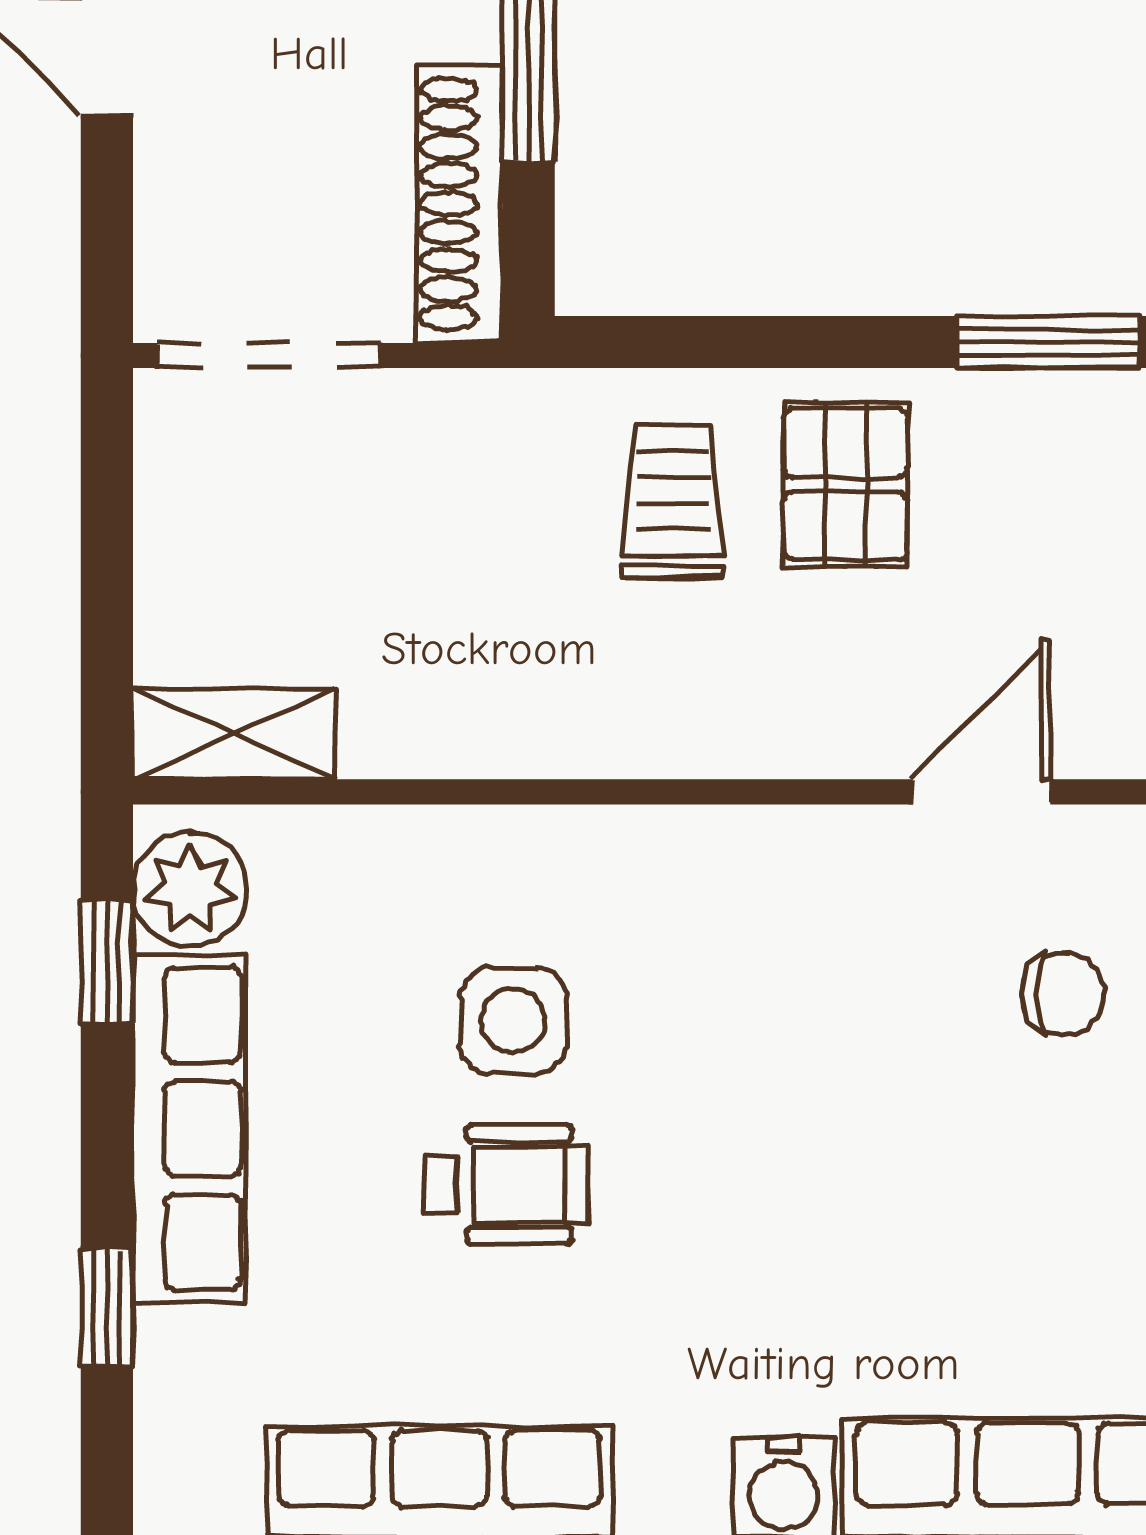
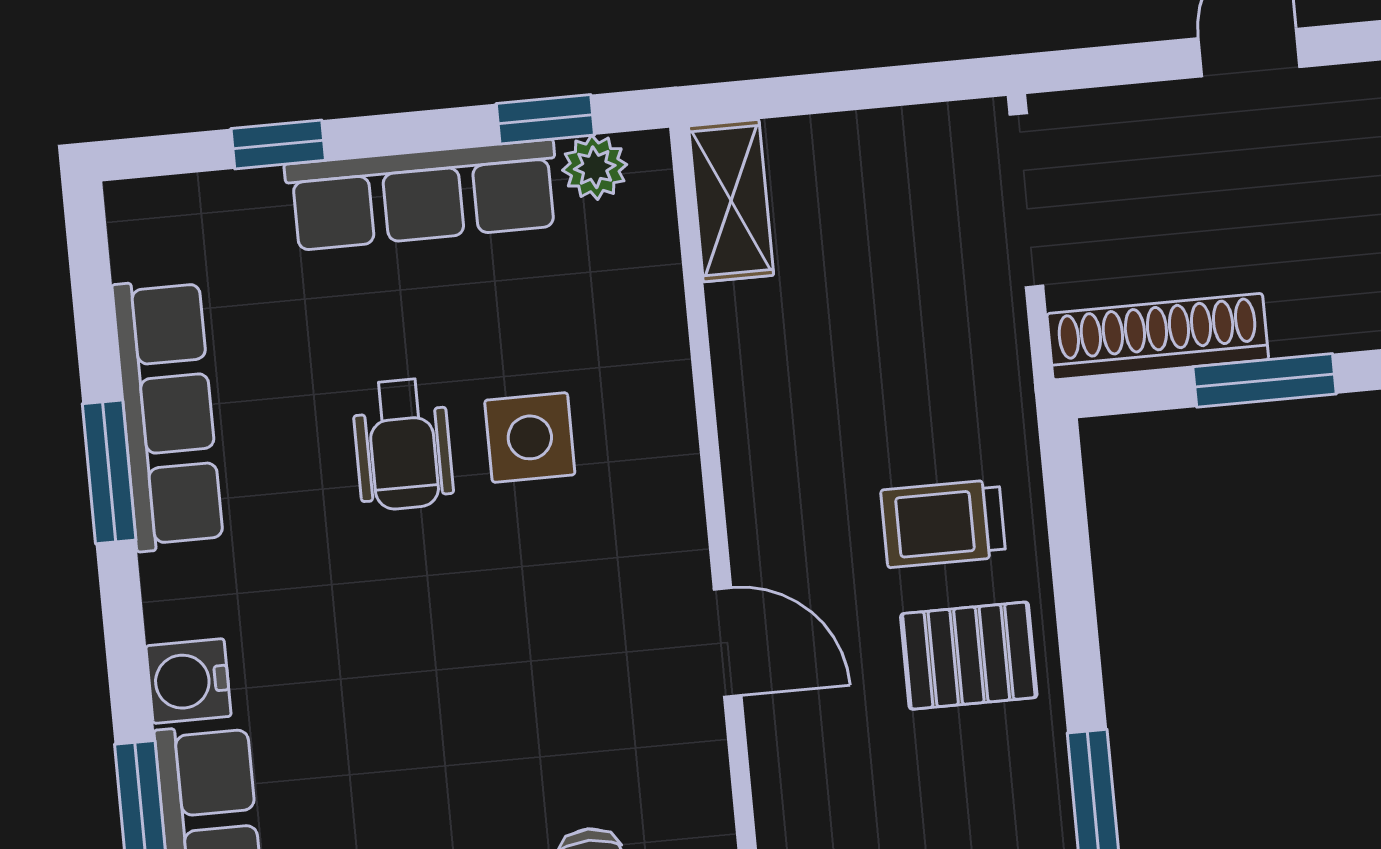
trolley: (673, 501) -> (943, 523), turned 180
door: (981, 792) -> (728, 642), moved
plant: (190, 889) -> (595, 167), width x0.73, depth x0.73

